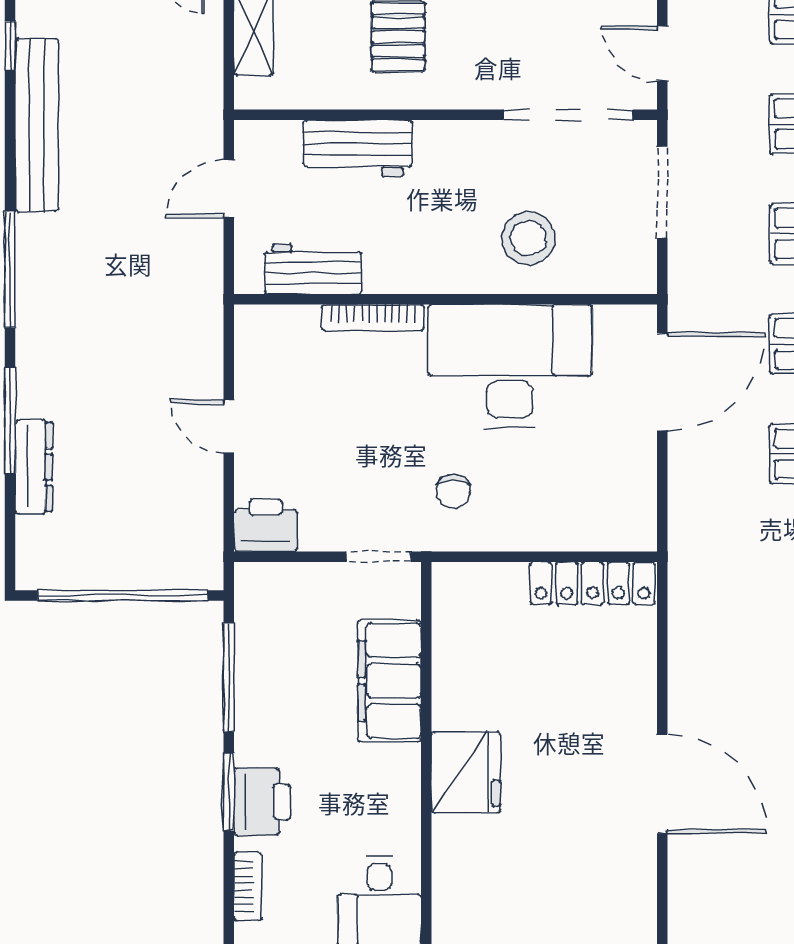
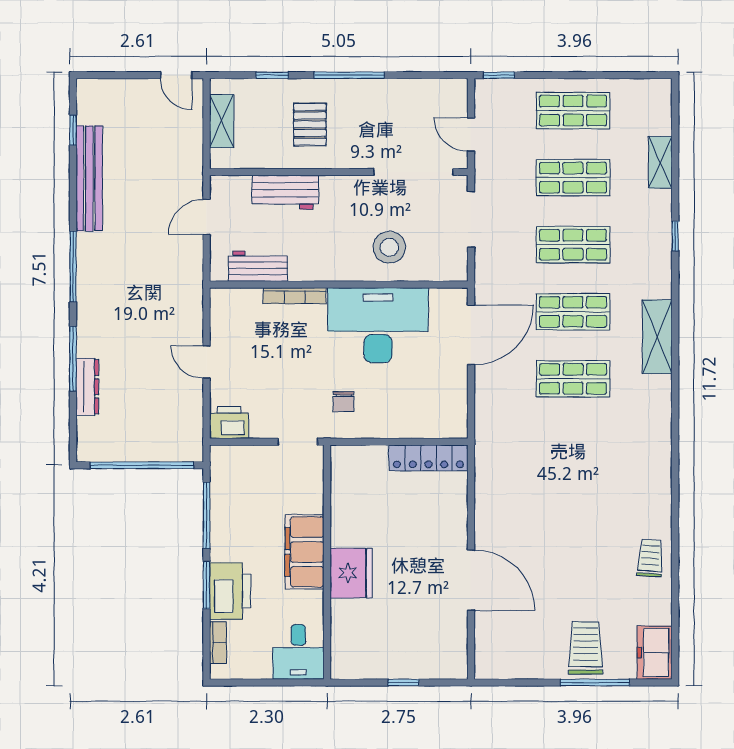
filing cabinet: (389, 681) -> (304, 552), moved
printer: (262, 802) -> (230, 591), width x1.37, depth x1.19

